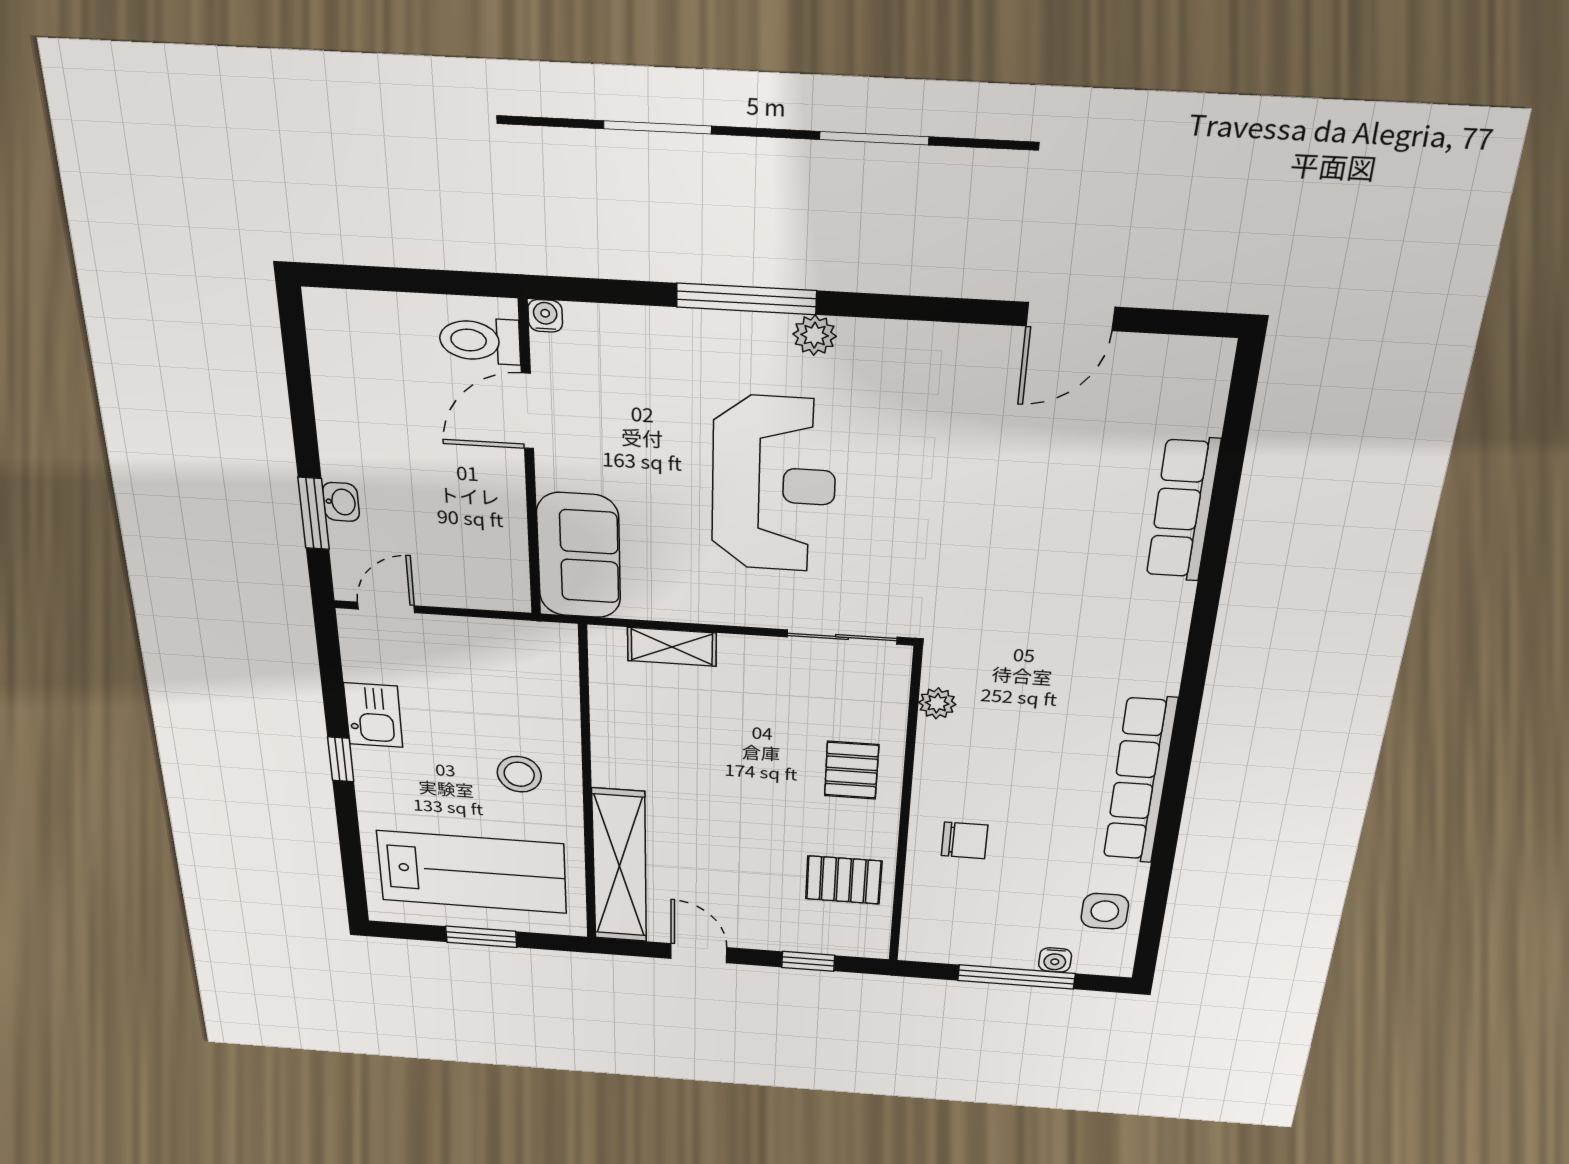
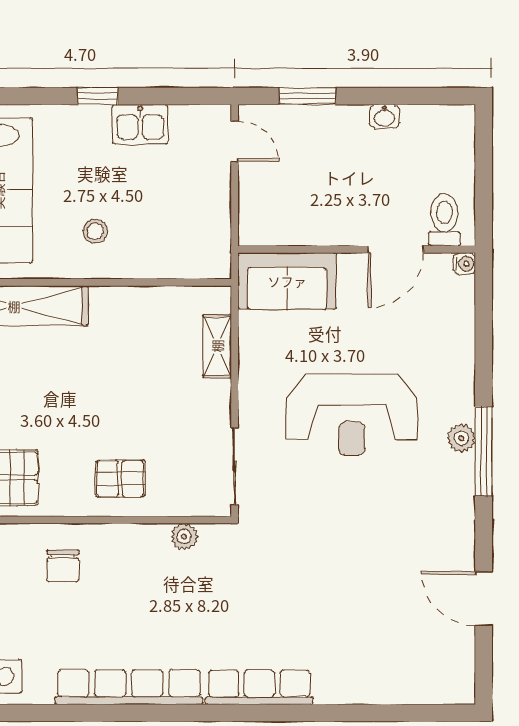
window: (746, 299) -> (484, 451), moved
door: (527, 411) -> (396, 249), swing flipped
washbasin: (341, 502) -> (384, 116), moved
row of seats: (1183, 509) -> (259, 687), moved
stool: (519, 774) -> (95, 231), width x0.73, depth x0.73

